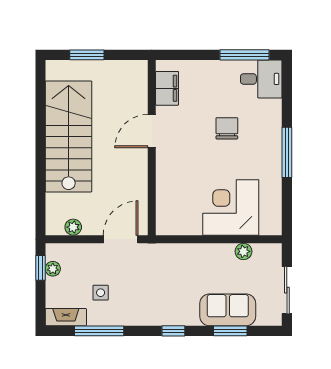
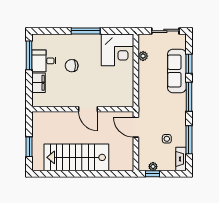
desk: (261, 79) -> (44, 61), moved, turned -90
filing cabinet: (167, 88) -> (39, 83), moved, turned 90
door: (152, 131) -> (88, 109), moved
corner desk: (231, 207) -> (117, 50), moved, turned -90
plant: (73, 227) -> (129, 155), removed
sofa: (228, 310) -> (177, 71), width x1.36
window: (173, 331) -> (189, 97), width x2.17

